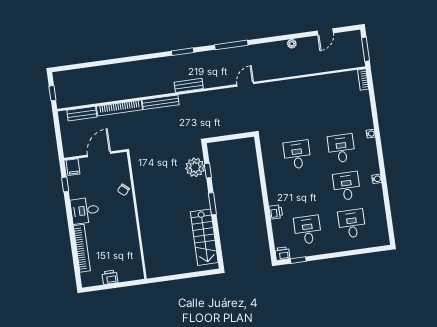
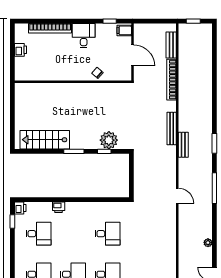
bench: (161, 102) -> (172, 129), moved

